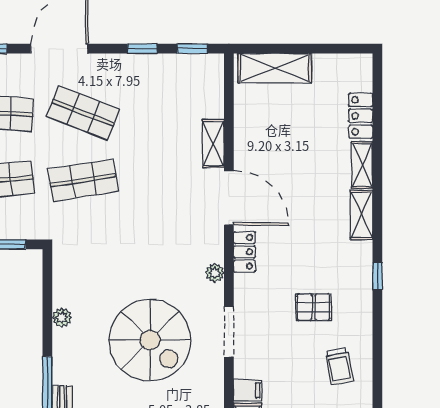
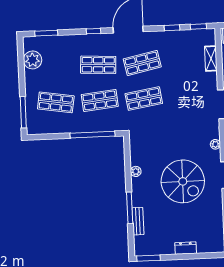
shop shelf: (83, 113) -> (142, 63), turned -33
shelving: (213, 143) -> (211, 58), moved

